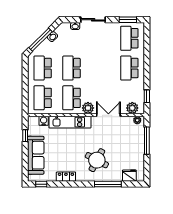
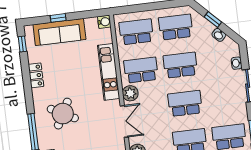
window: (41, 40) -> (213, 20), width x0.46
school desk: (100, 68) -> (185, 103), added
water cooler: (44, 121) -> (104, 22), moved
window: (25, 136) -> (58, 18), moved

